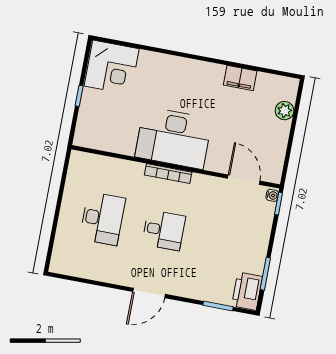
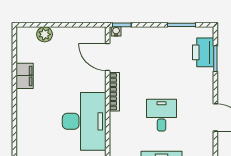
bookcase: (168, 174) -> (114, 92), moved
door: (244, 180) -> (108, 57), hinge flipped
printer: (247, 291) -> (203, 52), moved, turned 90

